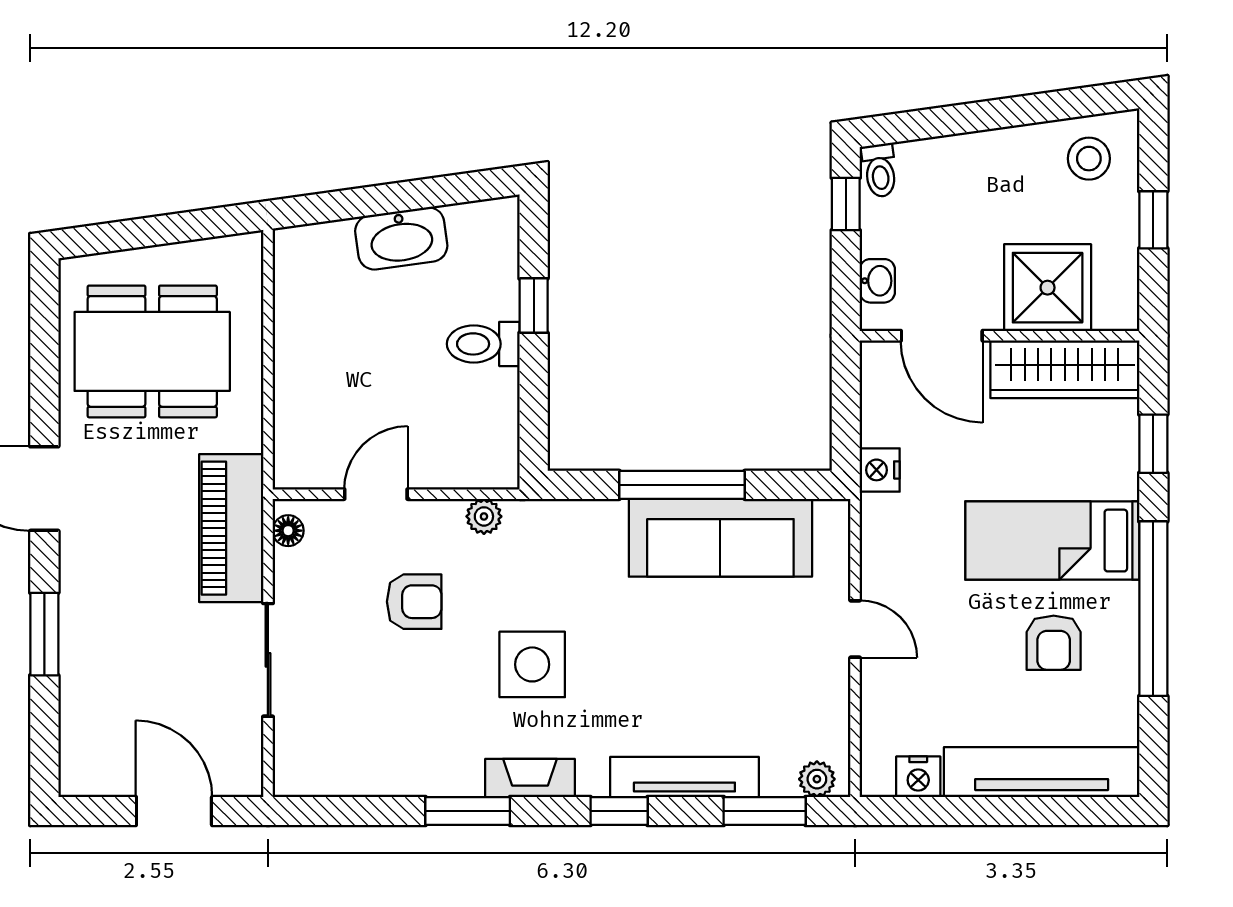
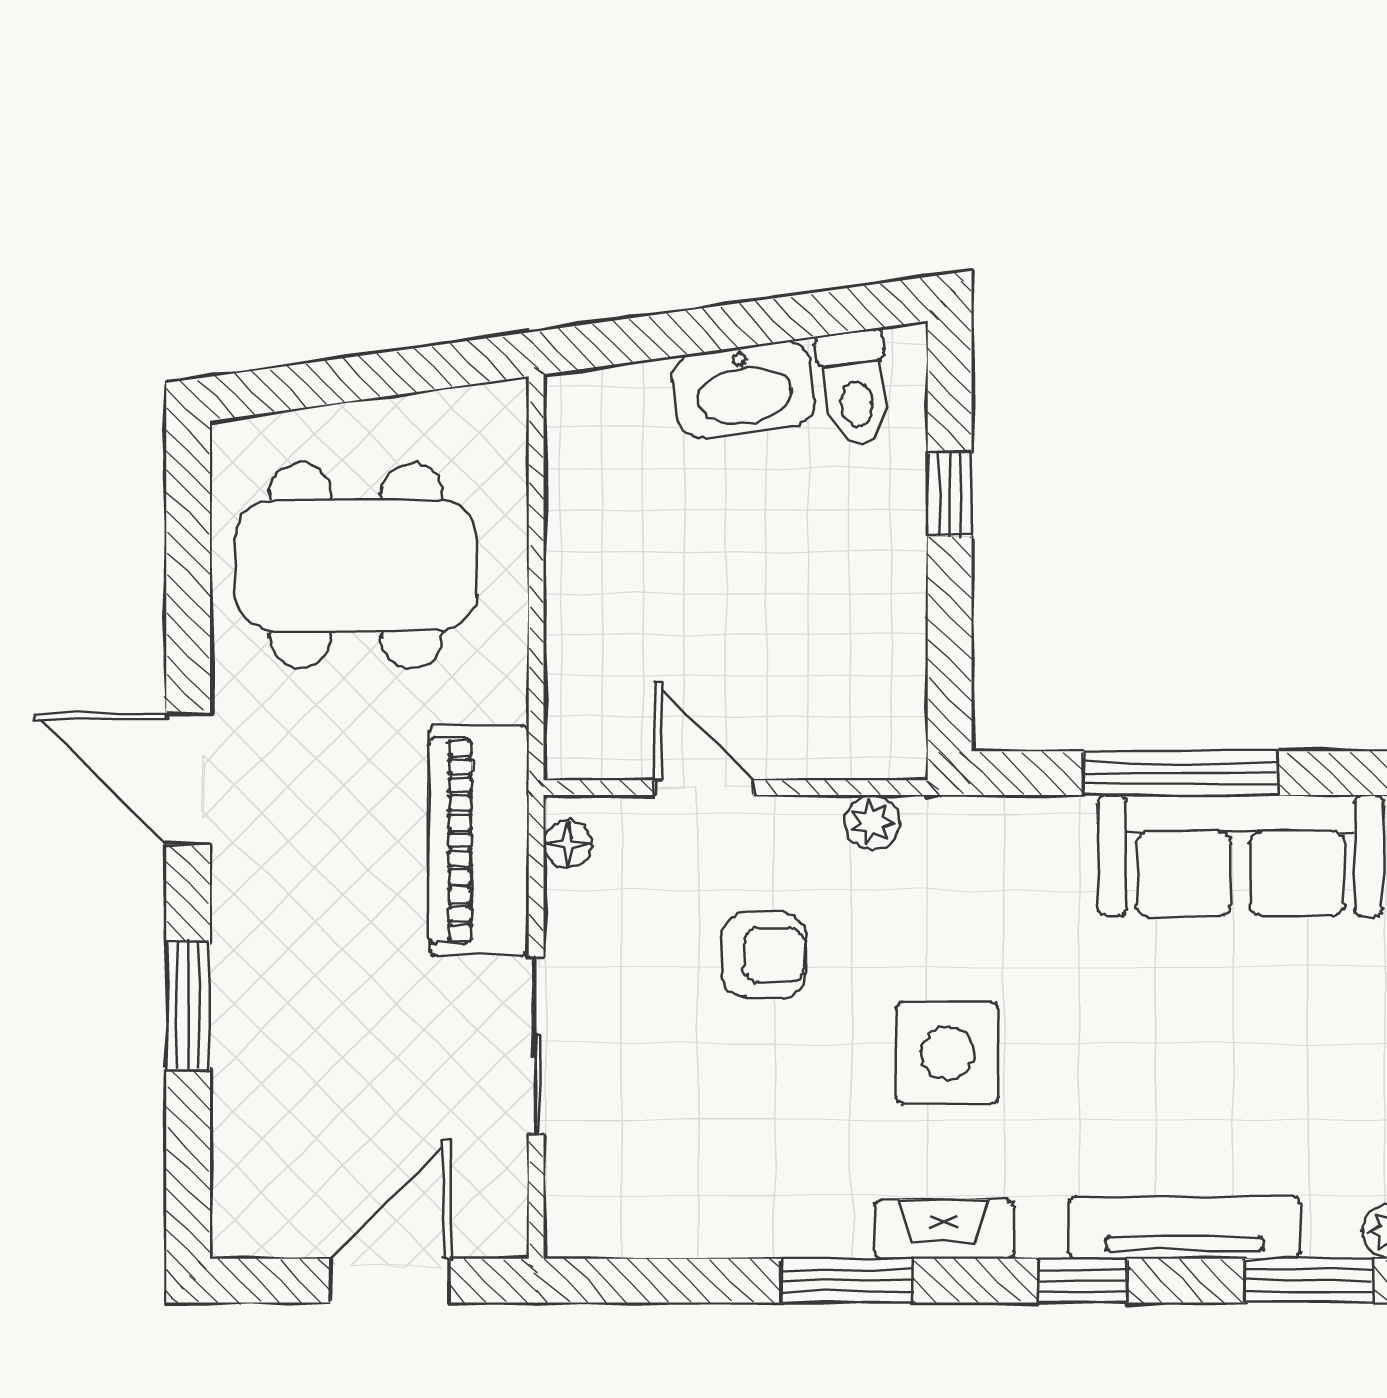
toilet: (483, 344) -> (855, 388), moved, turned -98
door: (376, 494) -> (704, 788), hinge flipped
door: (174, 811) -> (390, 1281), hinge flipped

